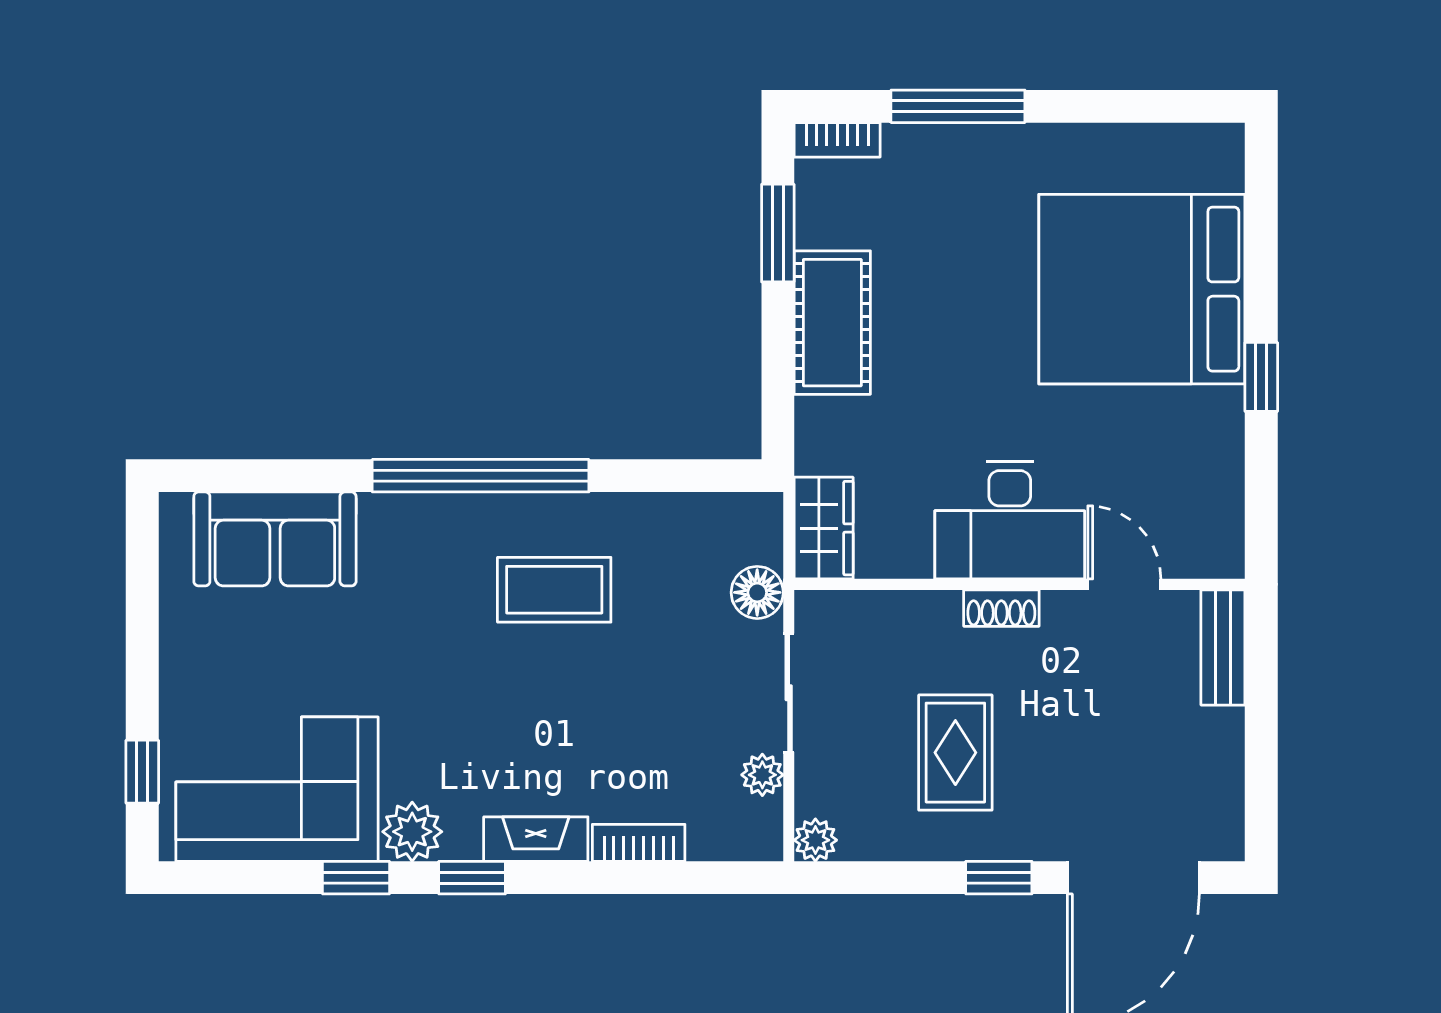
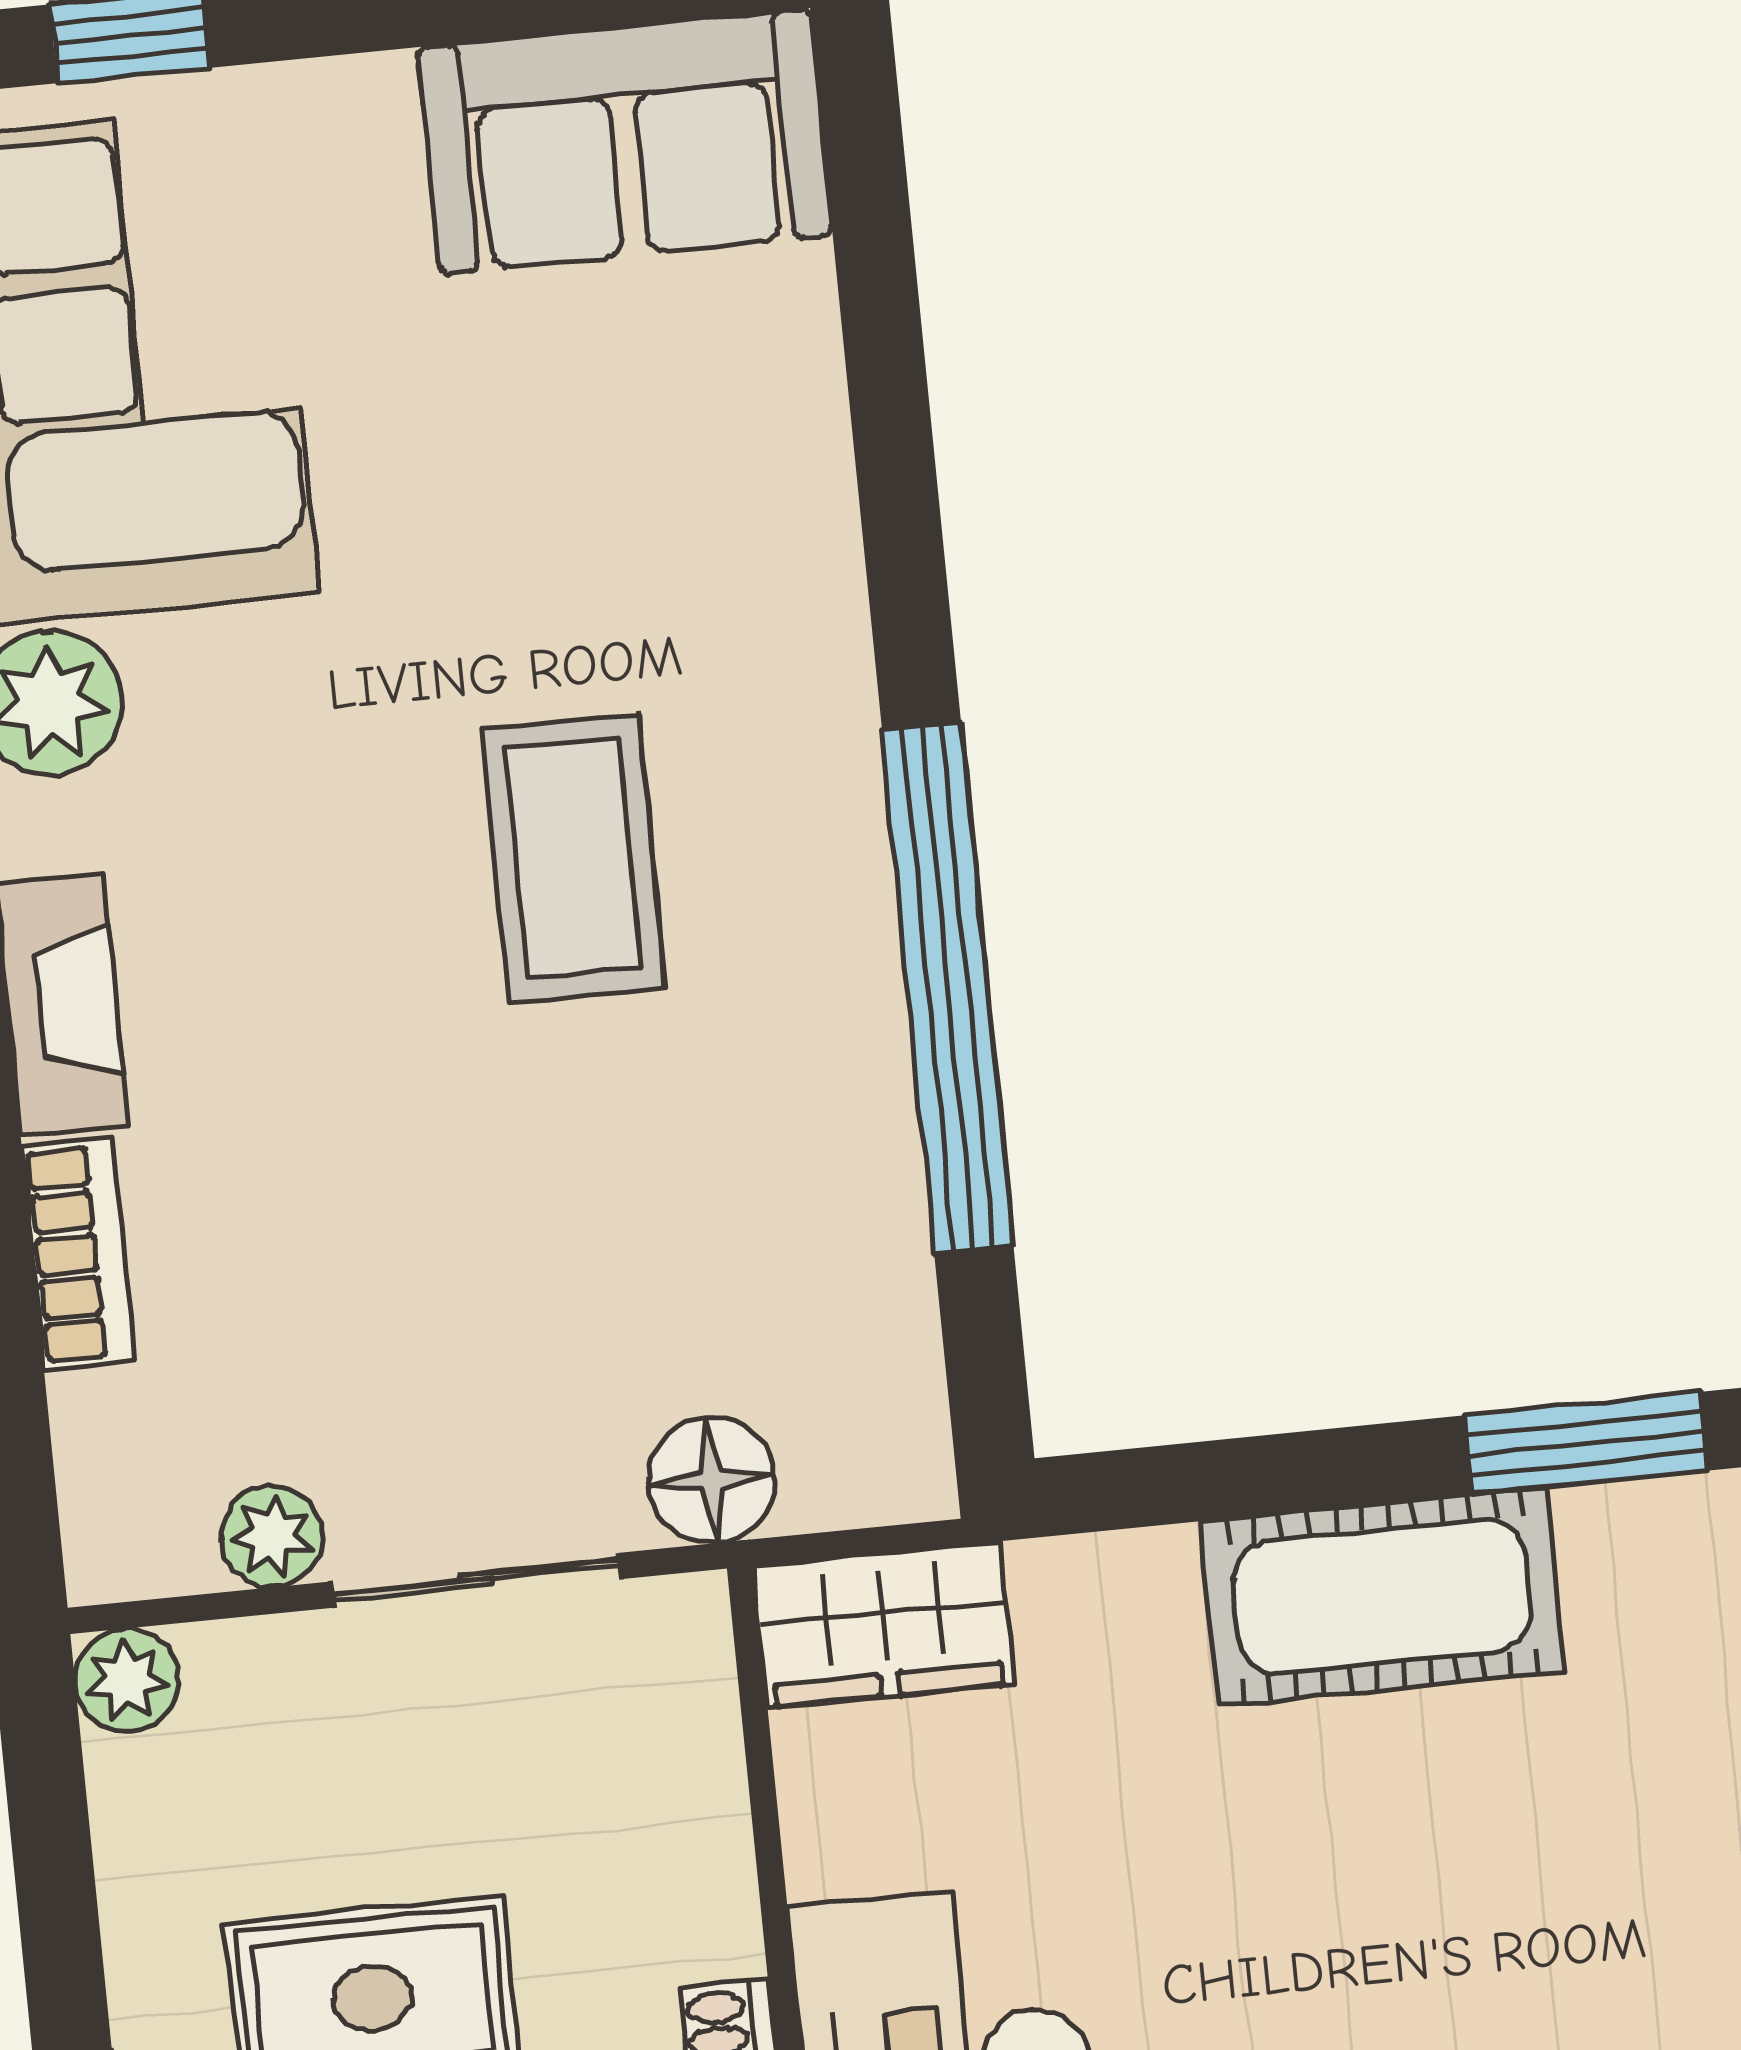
window: (481, 476) -> (948, 988), moved
sofa: (275, 539) -> (625, 141), moved, turned -90
coffee table: (554, 590) -> (574, 858), moved

